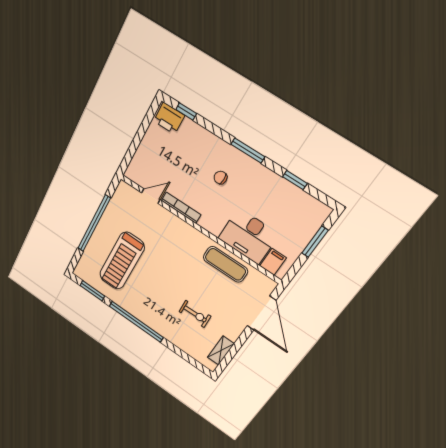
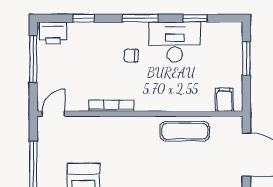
window: (186, 112) -> (84, 18), moved
window: (142, 131) -> (33, 59), added
door: (151, 196) -> (53, 114), moved
desk: (248, 236) -> (175, 42), moved, turned 180

